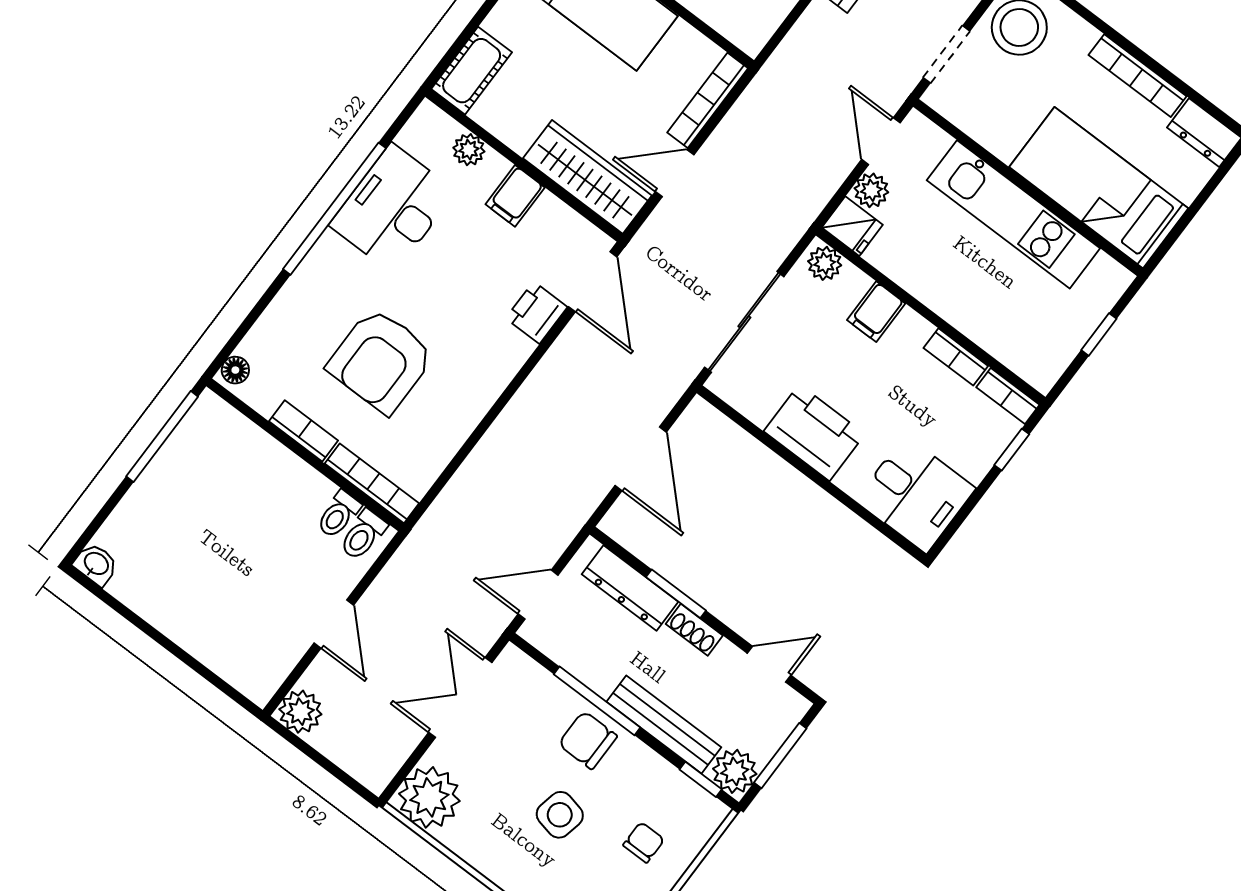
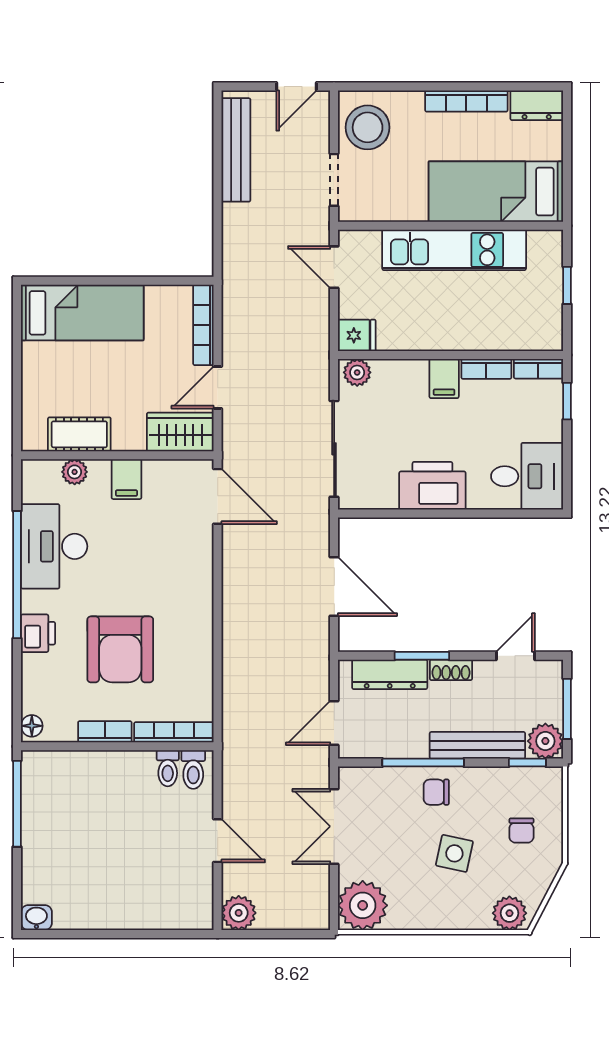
cot: (472, 71) -> (79, 434), moved, turned 90
wardrobe: (587, 177) -> (180, 432), width x0.67
plant: (871, 190) -> (352, 303), removed
filing cabinet: (876, 312) -> (444, 379), moved
printer: (537, 313) -> (38, 633), moved, turned 180
chair: (588, 740) -> (436, 792), width x0.73, depth x0.73
chair: (644, 842) -> (521, 830), turned 180

